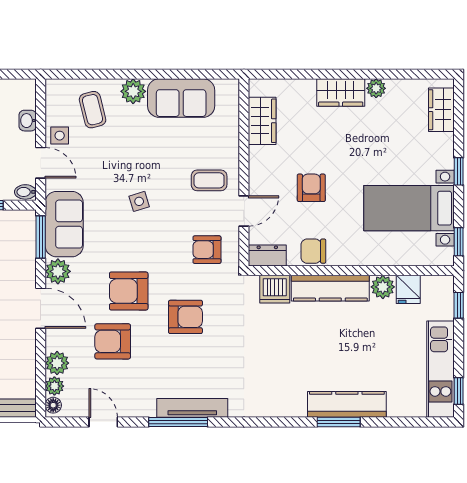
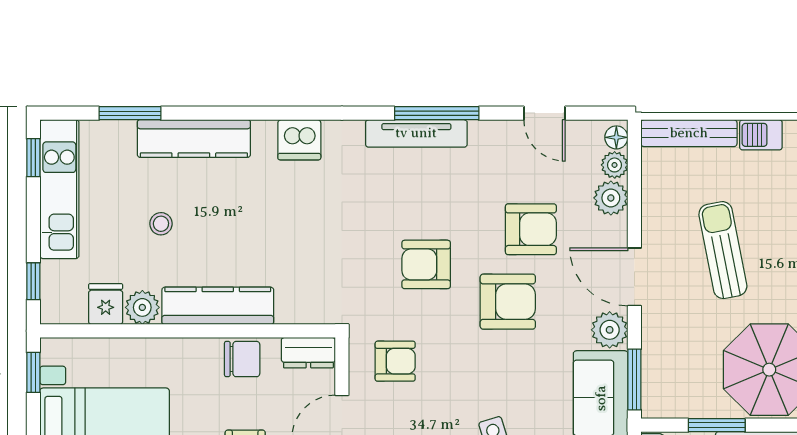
dishwasher: (275, 289) -> (299, 140), moved, turned 180
stool: (370, 345) -> (161, 224), added
window: (339, 422) -> (130, 113), moved

